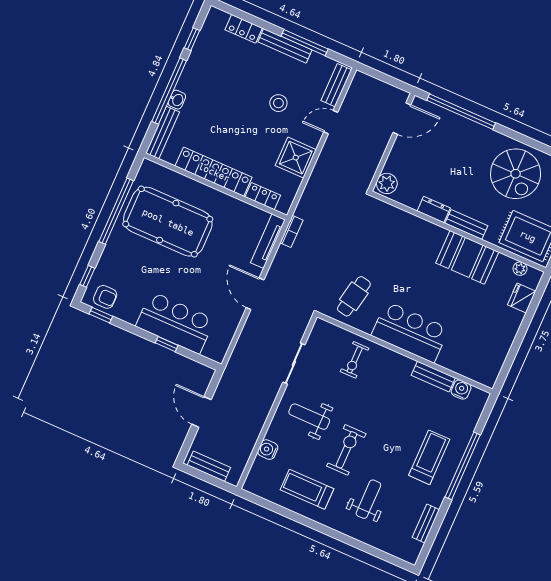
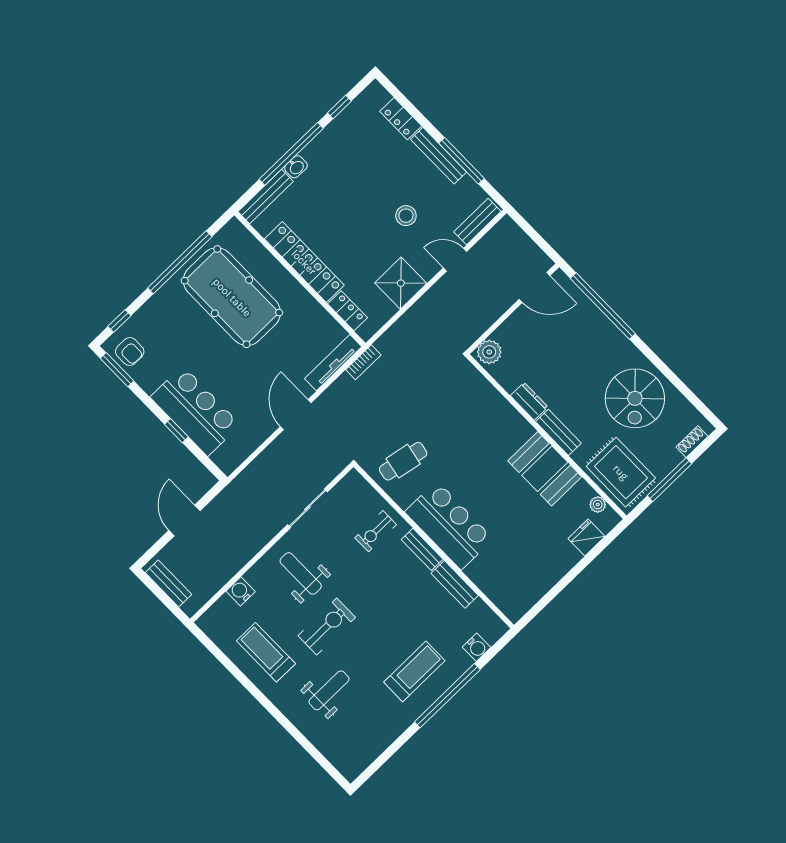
window: (101, 315) -> (117, 370), width x1.50
water cooler: (461, 390) -> (477, 647), moved, turned 90
bench: (426, 524) -> (422, 549), moved, turned 90

